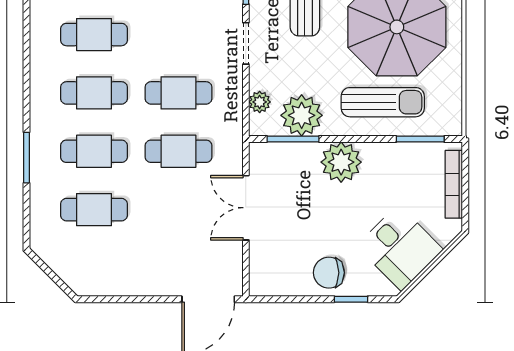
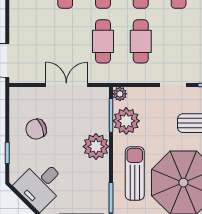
plant: (260, 102) -> (120, 94), moved
sun lounger: (383, 102) -> (135, 173), turned 180
chair: (329, 273) -> (36, 129), moved, turned -112

